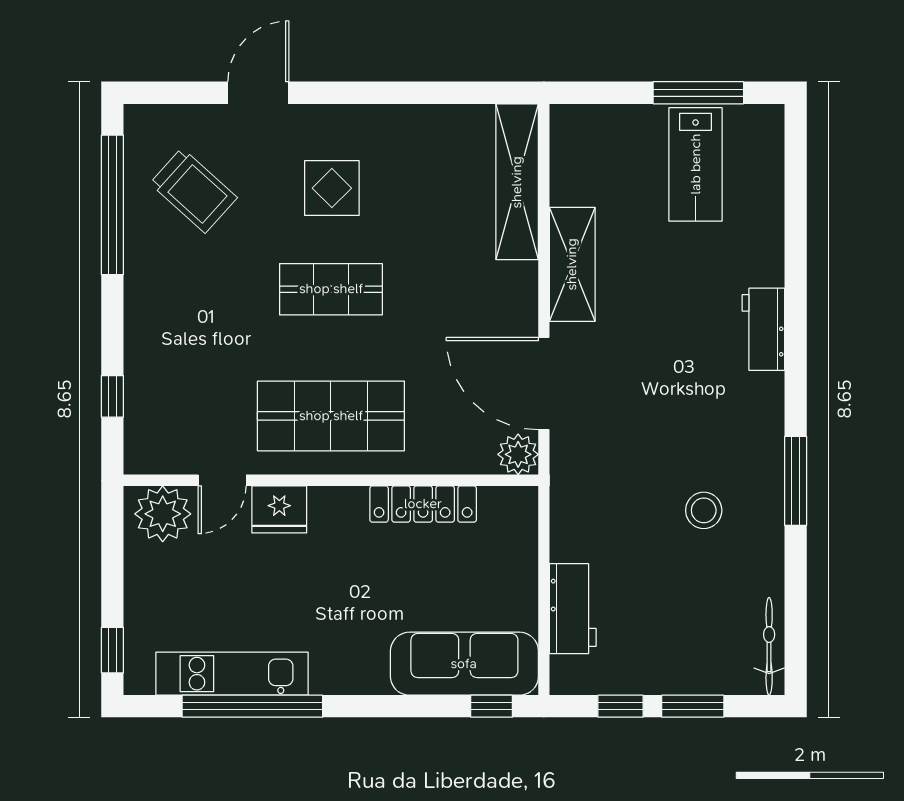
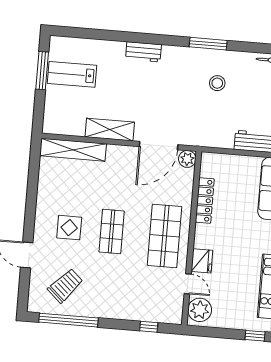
lab bench: (696, 164) -> (72, 74), turned 180

